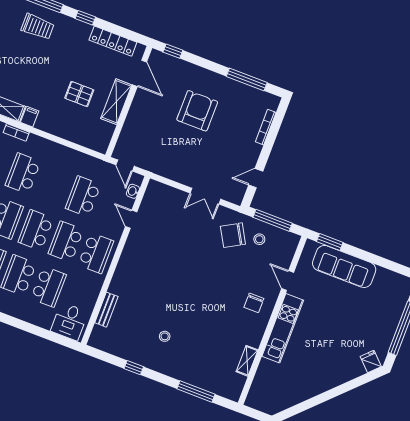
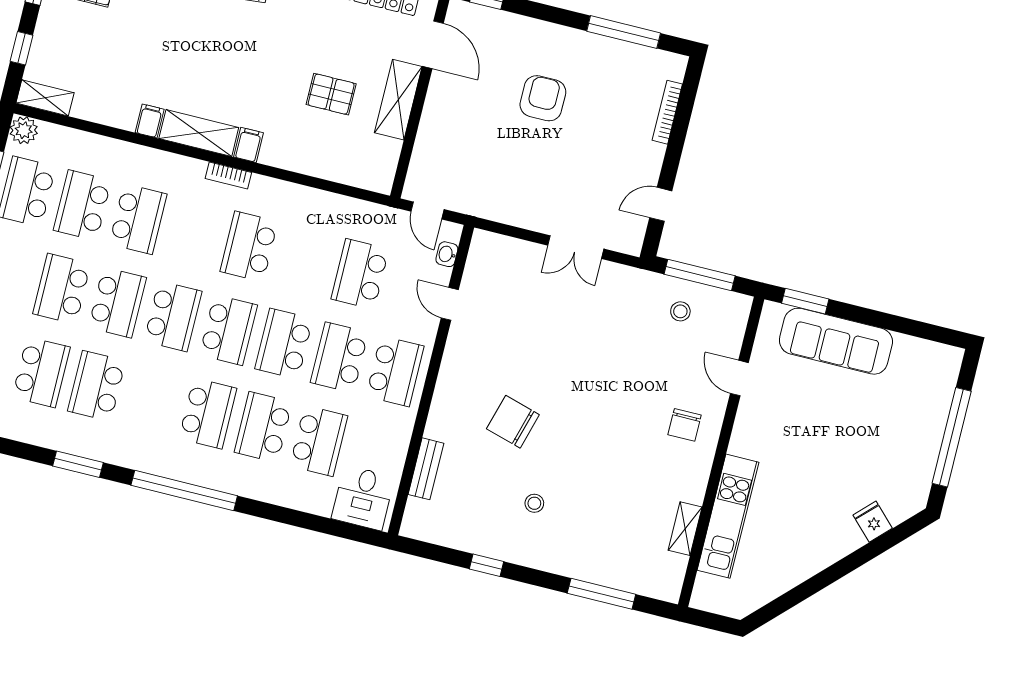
armchair: (197, 111) -> (543, 98), width x0.73, depth x0.73
chair: (233, 235) -> (513, 422), moved, turned 46
kitchen unit: (283, 328) -> (728, 516), moved
fridge: (371, 361) -> (873, 522), moved

